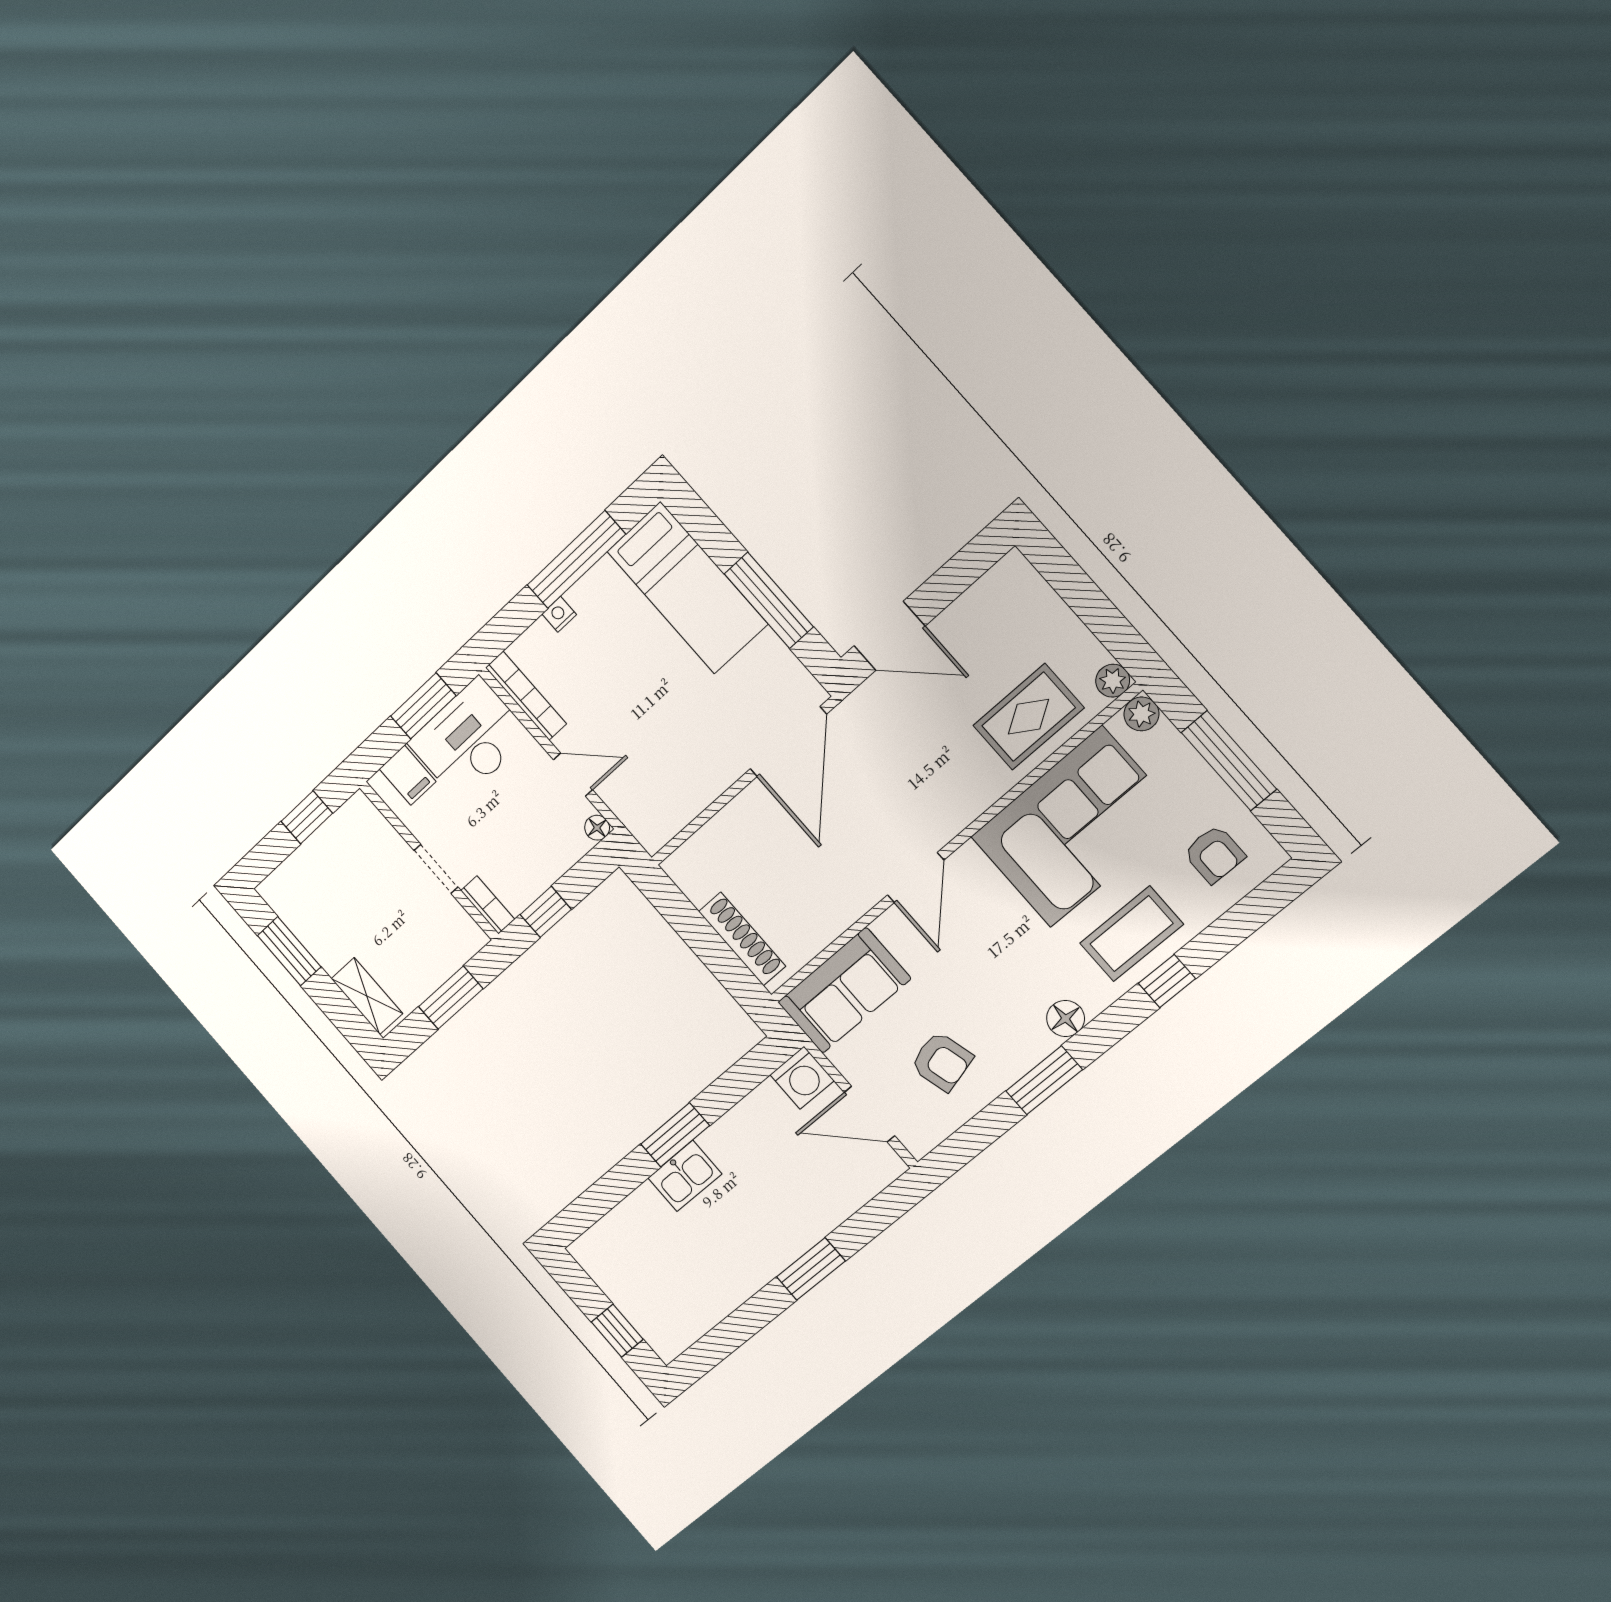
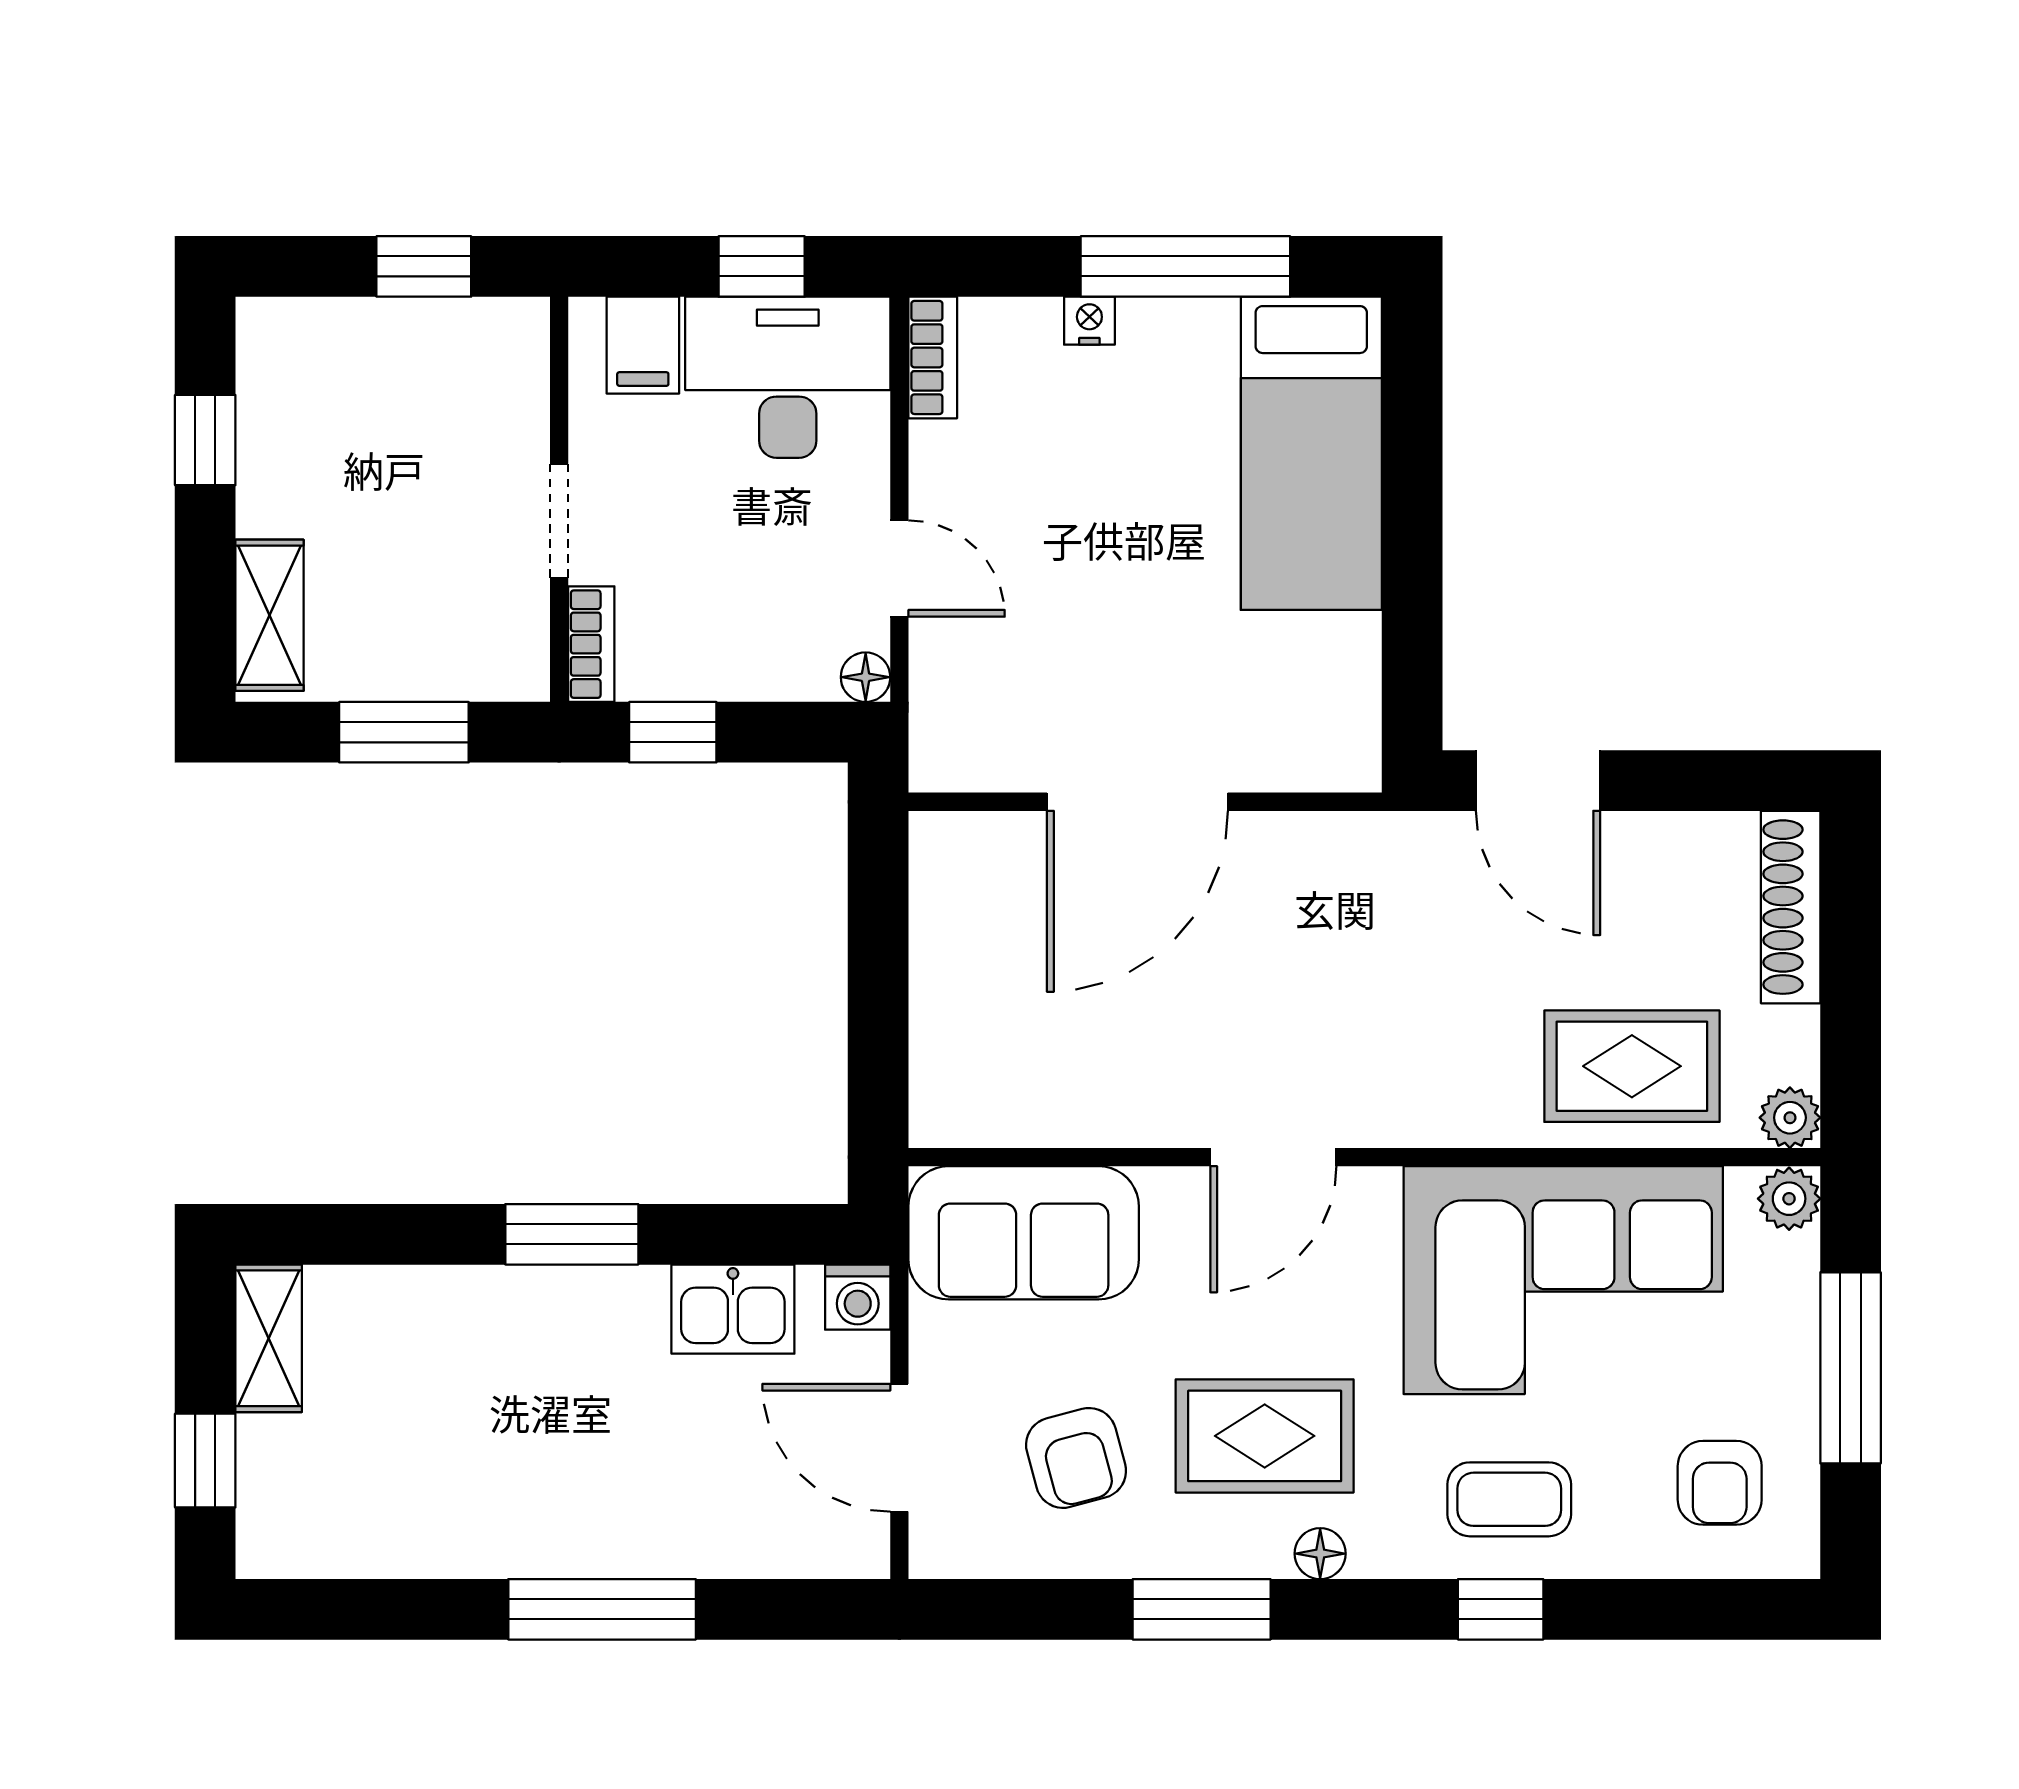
window: (769, 600) -> (1412, 577), removed
bookcase: (526, 696) -> (933, 357), width x0.64
window: (423, 706) -> (762, 266), width x0.67
door: (788, 742) -> (1137, 802), moved
coffee table: (1131, 934) -> (1509, 1499), width x0.73, depth x0.77
shoe rack: (742, 939) -> (1791, 907), moved, turned 180
window: (289, 951) -> (205, 440), width x0.67
rug: (1009, 991) -> (1265, 1436), added
floor lamp: (1066, 1018) -> (1320, 1554), width x0.73, depth x0.73
washing machine: (802, 1078) -> (858, 1297), width x0.73, depth x0.73
kitchen sink: (685, 1176) -> (733, 1309), moved
shelving: (600, 1266) -> (269, 1338), added
window: (811, 1269) -> (602, 1609), width x1.44

